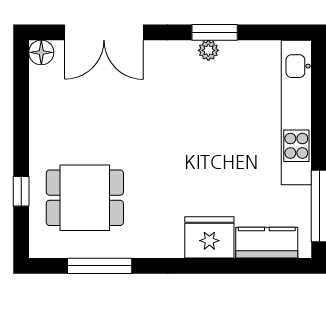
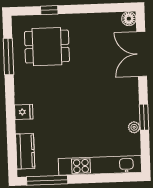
plant: (208, 50) -> (134, 127), moved
dining table: (85, 198) -> (47, 47), turned 90
fridge: (209, 237) -> (24, 112), width x0.53, depth x0.75

